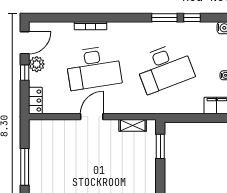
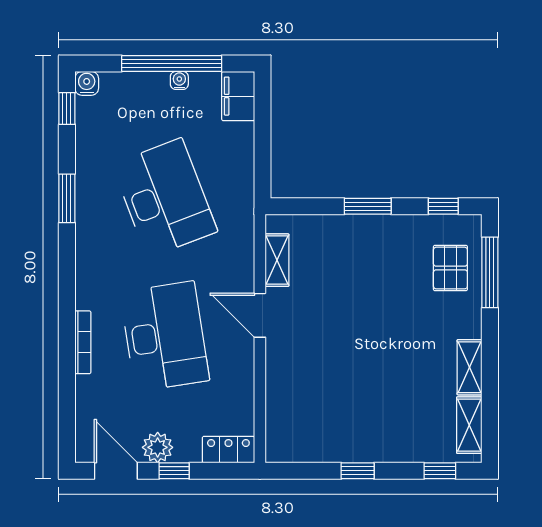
window: (192, 18) -> (67, 109), moved
door: (92, 117) -> (260, 315), moved
window: (160, 146) -> (368, 206), moved
window: (25, 167) -> (358, 471), width x0.46

